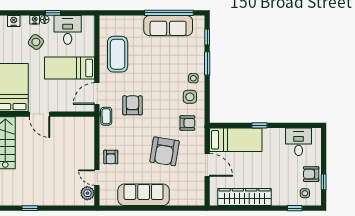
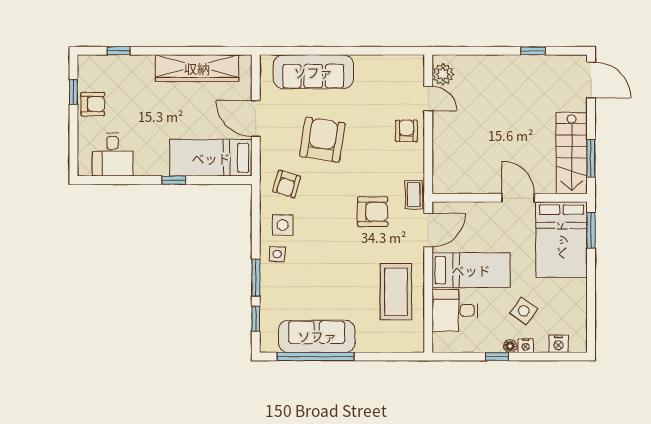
desk: (68, 30) -> (455, 310), moved, turned 90
armchair: (132, 105) -> (373, 212), turned -90
armchair: (187, 123) -> (287, 184), turned -74
side table: (305, 193) -> (103, 74), removed
sofa: (144, 195) -> (313, 72), moved

